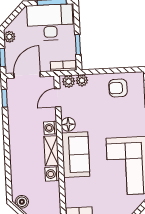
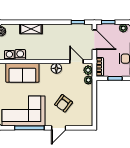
armchair: (118, 88) -> (64, 103), moved, turned -143
washing machine: (50, 128) -> (9, 55), moved
shelving: (51, 151) -> (31, 29), moved
sofa: (76, 155) -> (22, 73), moved

